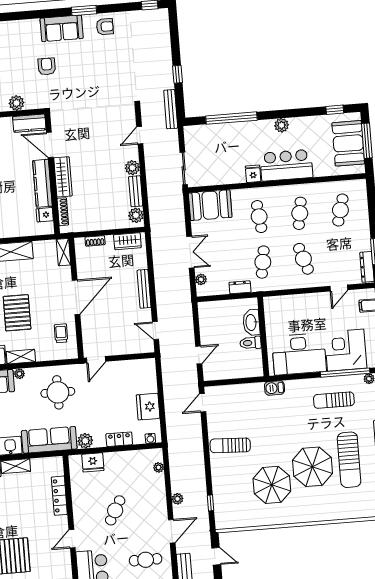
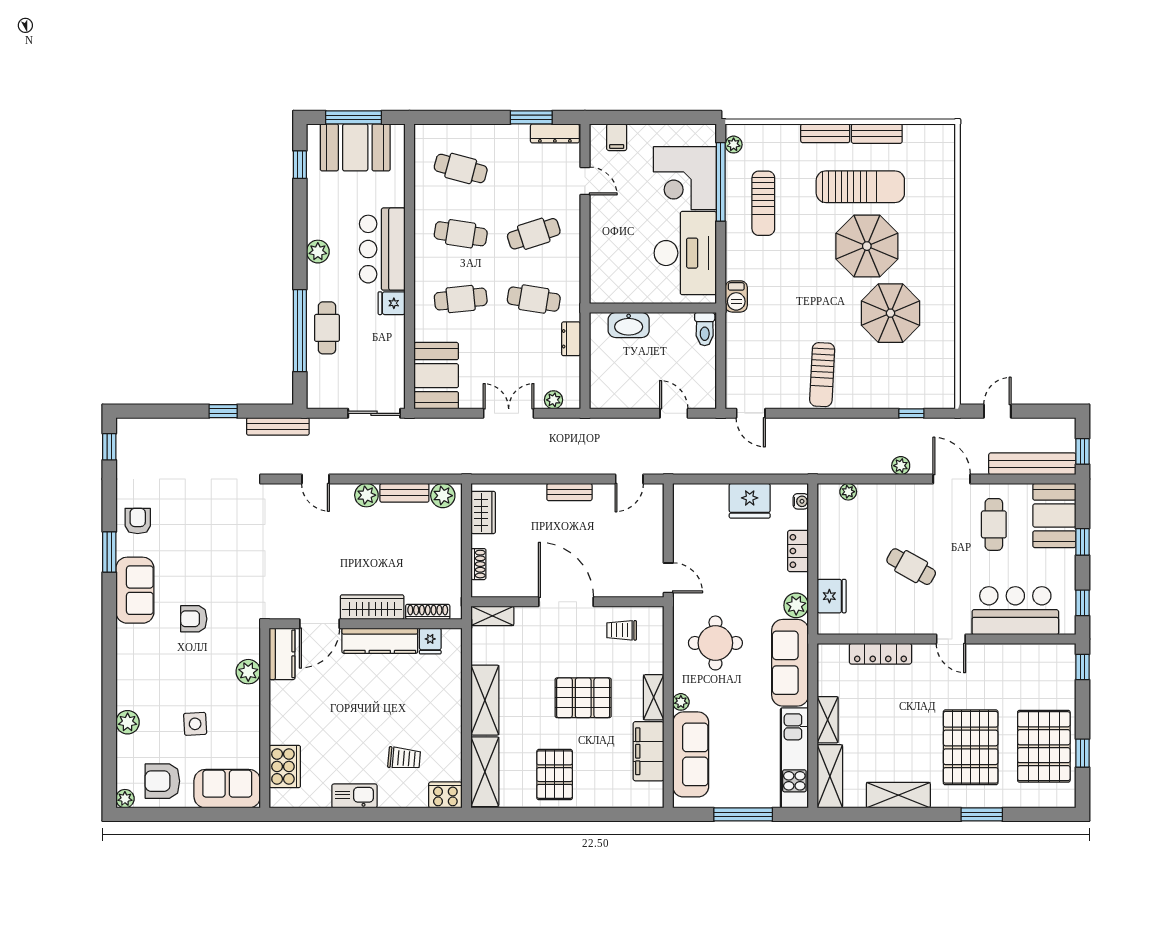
cafe table: (234, 135) -> (327, 328), added
bench: (144, 289) -> (569, 492), width x0.73
toilet: (250, 343) -> (705, 329), moved

